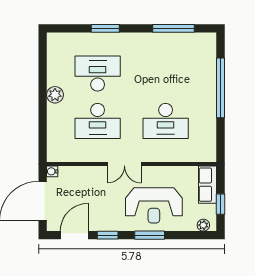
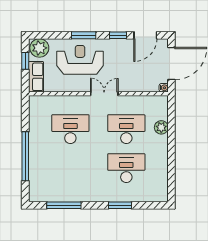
desk: (98, 74) -> (126, 168), turned 180
plant: (55, 95) -> (161, 127), moved
plant: (203, 225) -> (39, 48), width x1.88, depth x1.88

